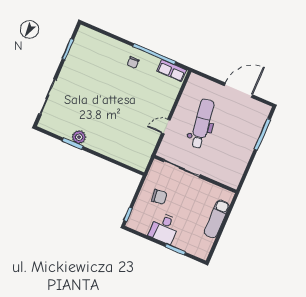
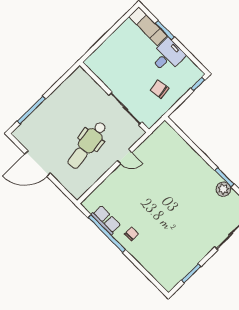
row of seats: (172, 71) -> (106, 220), moved
plant: (79, 137) -> (223, 189), moved
exam couch: (217, 219) -> (148, 26), moved, turned 90

